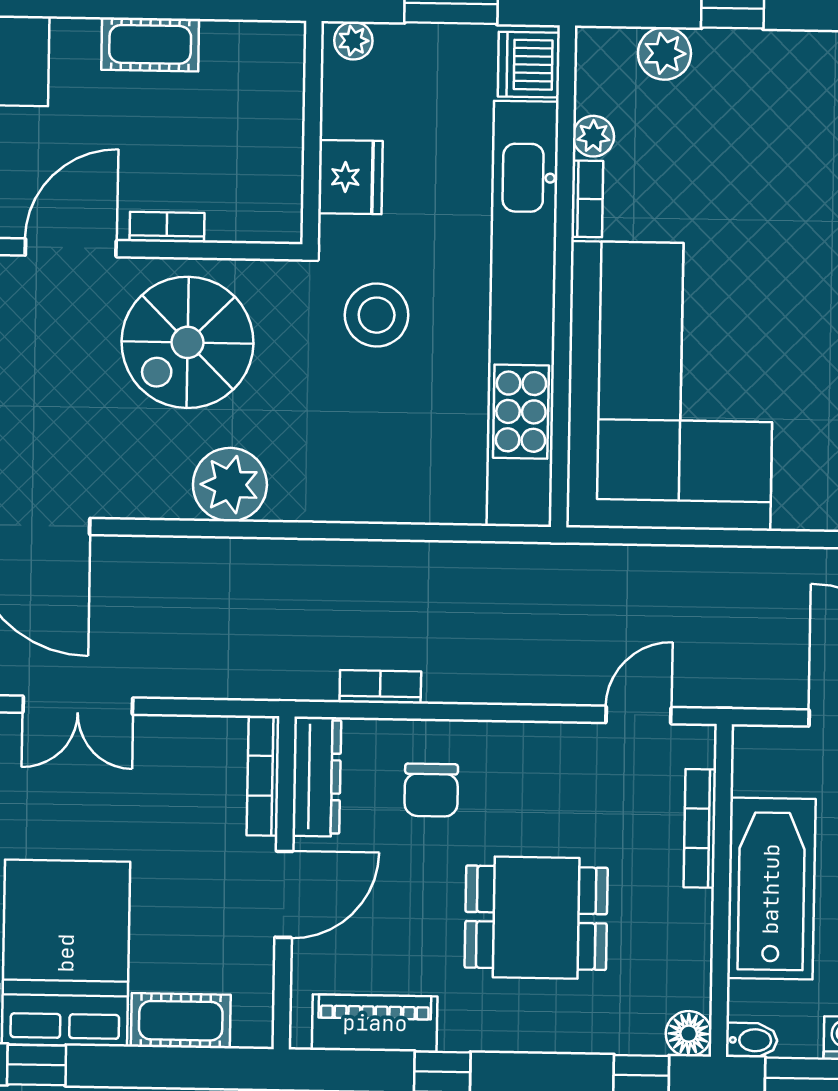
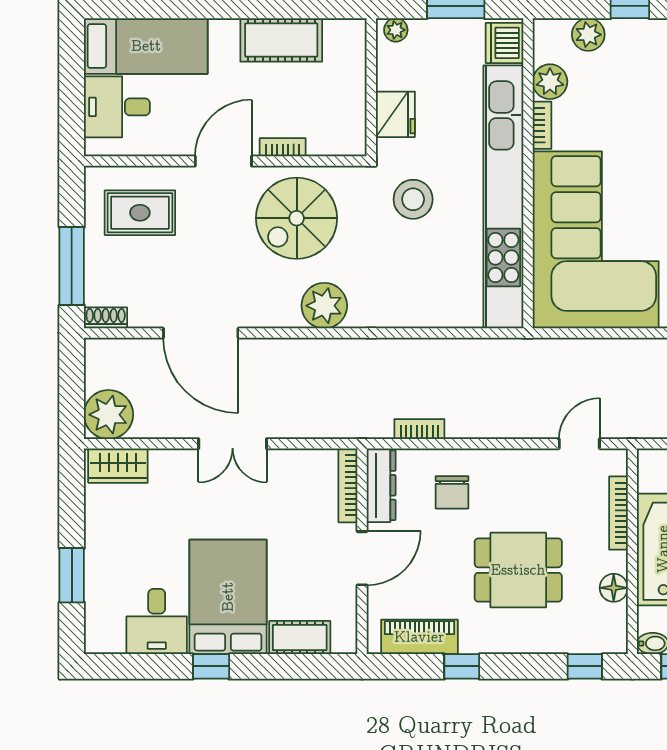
cot: (150, 44) -> (281, 40), width x1.37, depth x1.34
plant: (593, 136) -> (550, 82), width x1.38, depth x1.38
floor lamp: (689, 1034) -> (614, 588), moved

